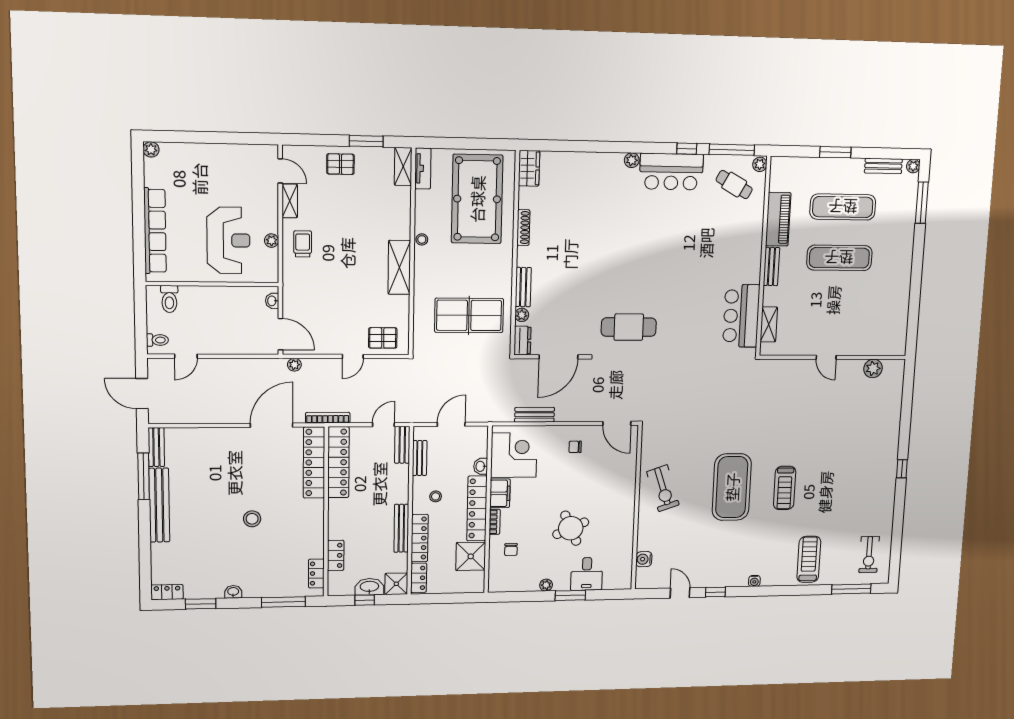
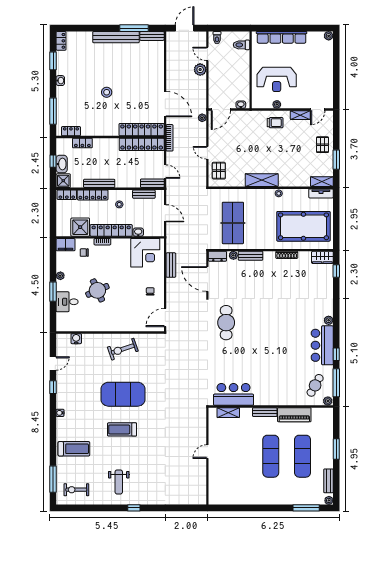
window: (552, 146) -> (336, 271), added
plant: (873, 368) -> (200, 70), moved
weight bench: (862, 492) -> (119, 482), added
filing cabinet: (500, 493) -> (66, 245), moved

